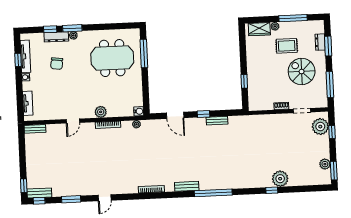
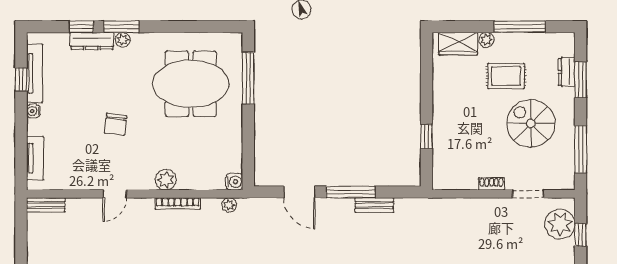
chair: (57, 63) -> (116, 124), moved
window: (203, 114) -> (351, 192), width x2.17

